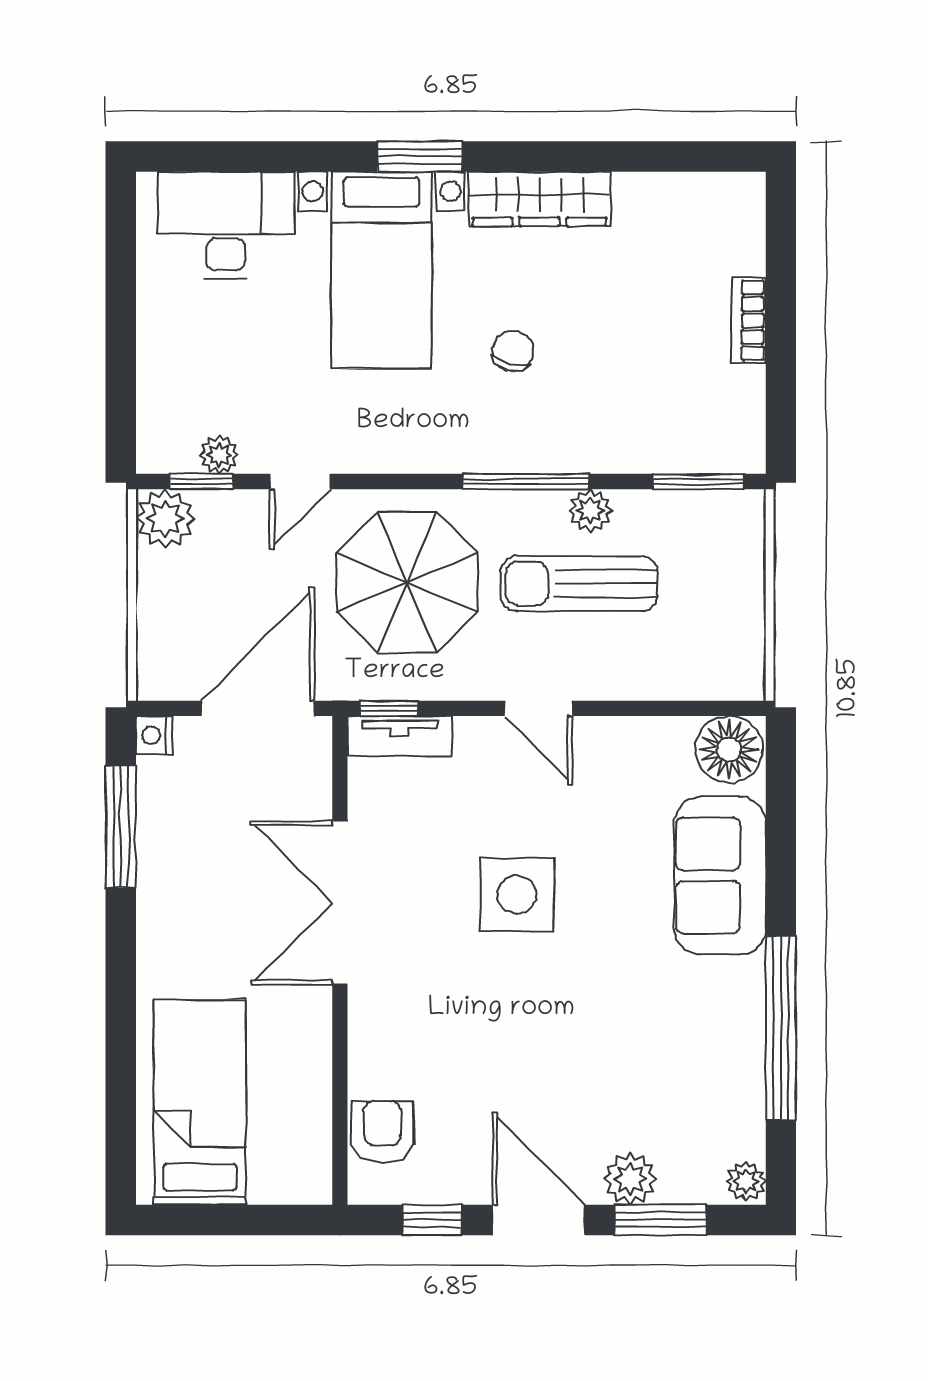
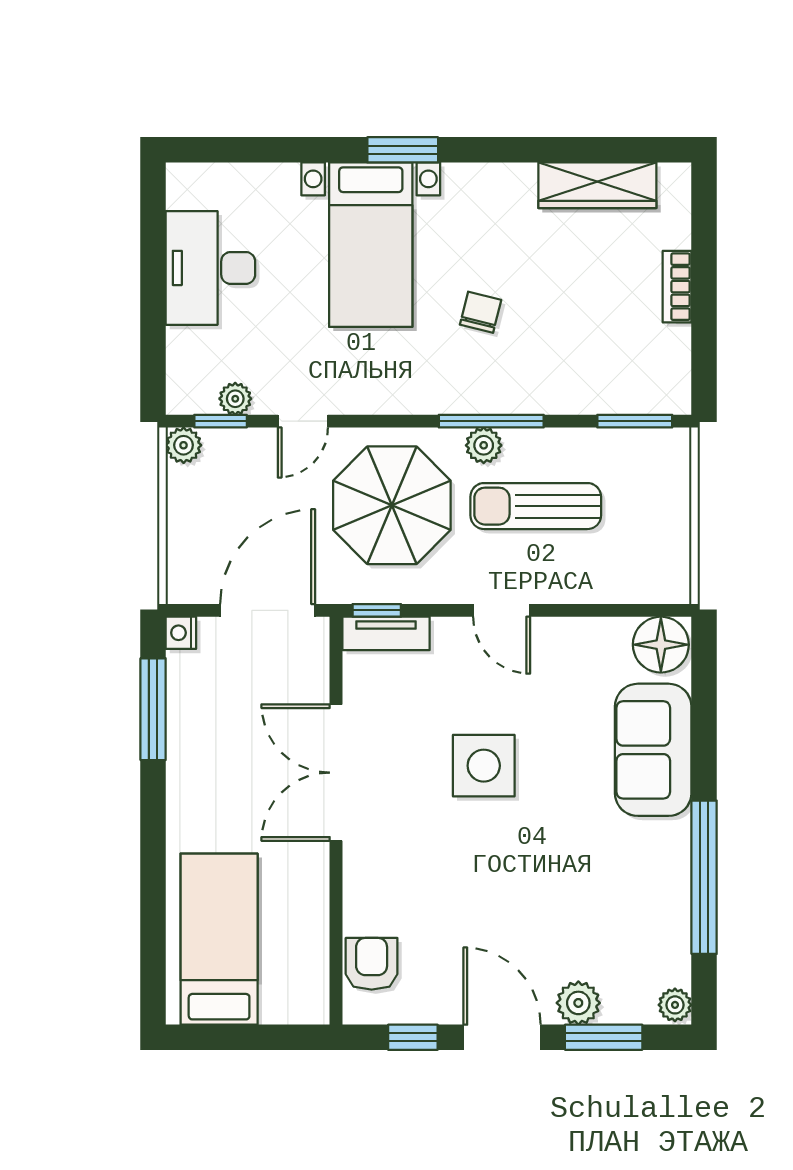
wardrobe: (540, 199) -> (597, 185), moved
desk: (226, 225) -> (210, 268), moved, turned -90
plant: (590, 511) -> (484, 445), moved
plant: (165, 519) -> (184, 445), width x0.73, depth x0.73

